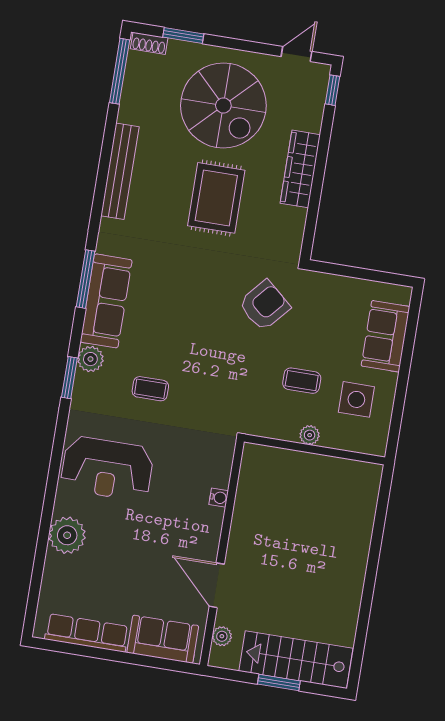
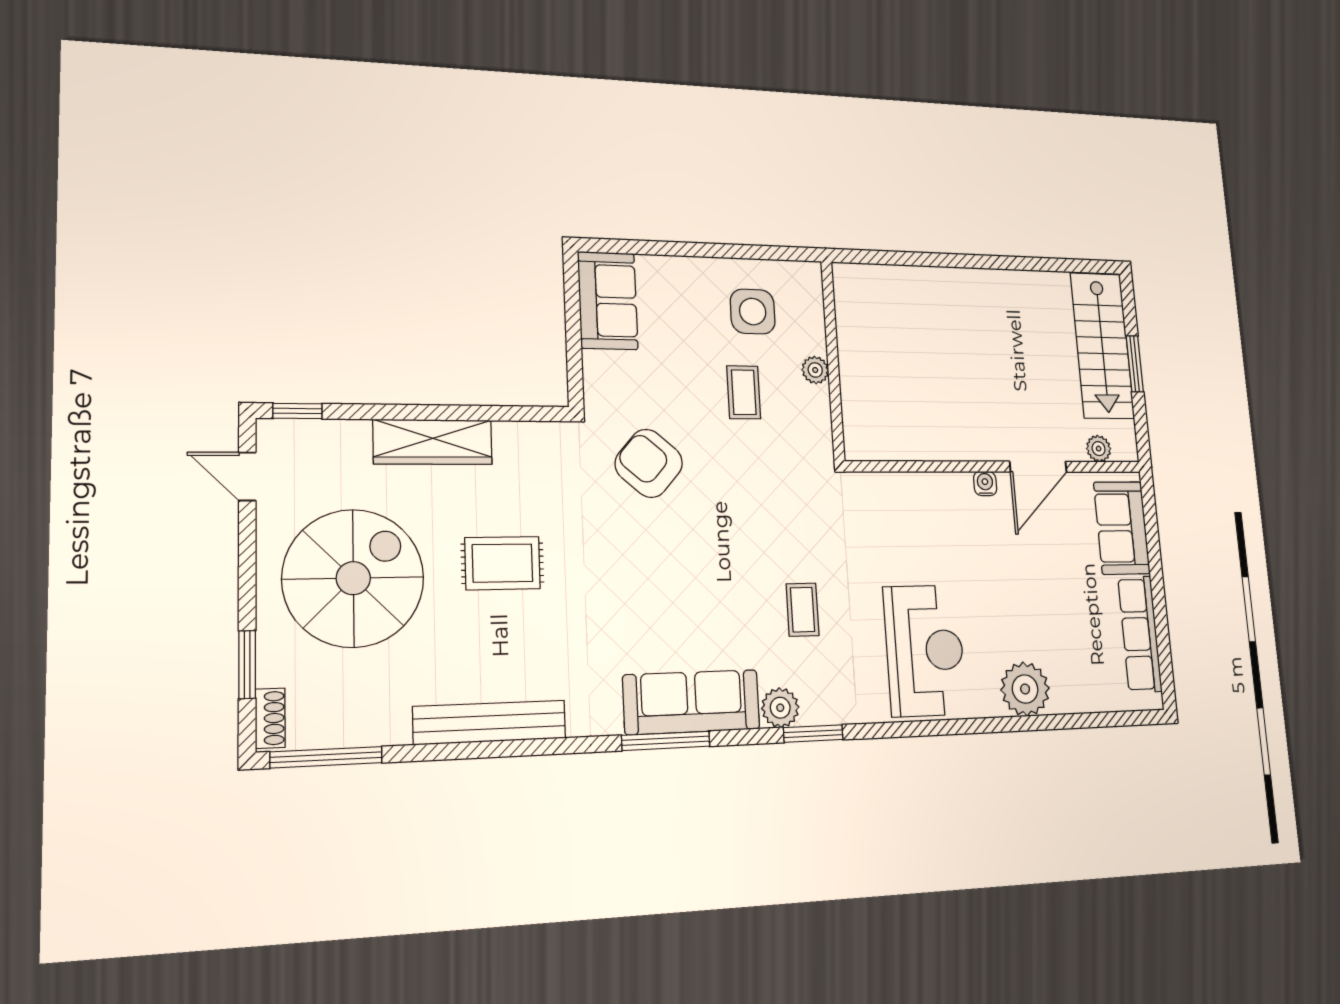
rug: (216, 198) -> (503, 563), width x0.73, depth x0.70
sofa: (386, 336) -> (608, 301), moved, turned -90
water cooler: (219, 498) -> (985, 484), moved

